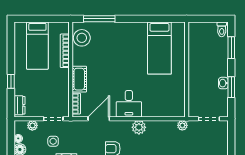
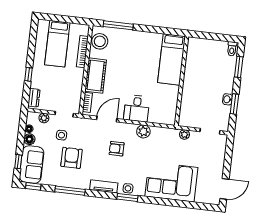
wall: (187, 70) -> (182, 81), moved
cot: (79, 79) -> (96, 76), width x1.37, depth x1.34

